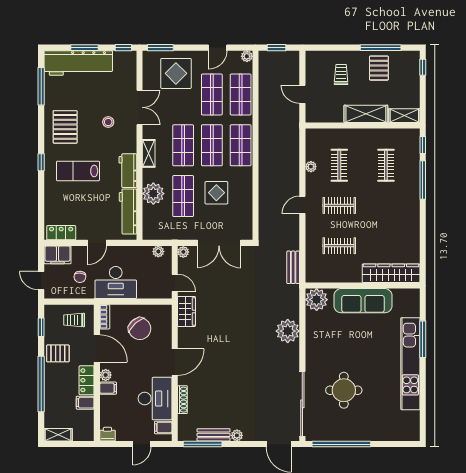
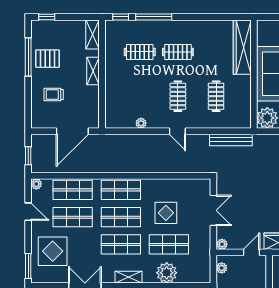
door: (302, 94) -> (72, 131), width x1.87
shelving: (366, 114) -> (93, 71), width x0.67, depth x0.75
clothes rail: (339, 165) -> (178, 52), moved
double door: (219, 243) -> (213, 210), width x0.73
bench: (293, 267) -> (231, 140), width x1.36

